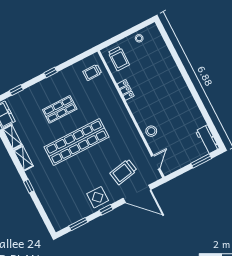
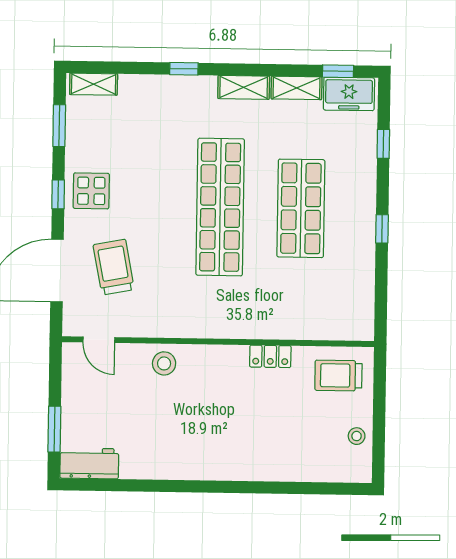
trolley: (92, 72) -> (339, 310), removed
shop shelf: (60, 109) -> (301, 208), width x1.43, depth x1.36
shelving: (54, 219) -> (94, 84), added

